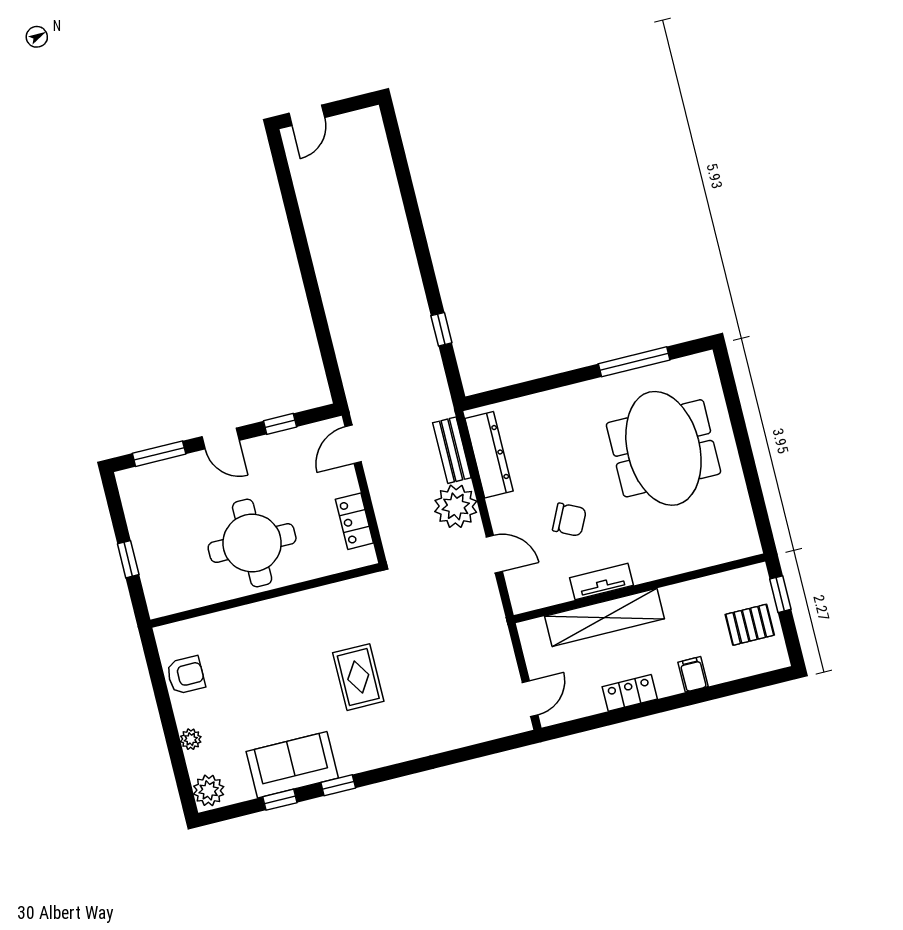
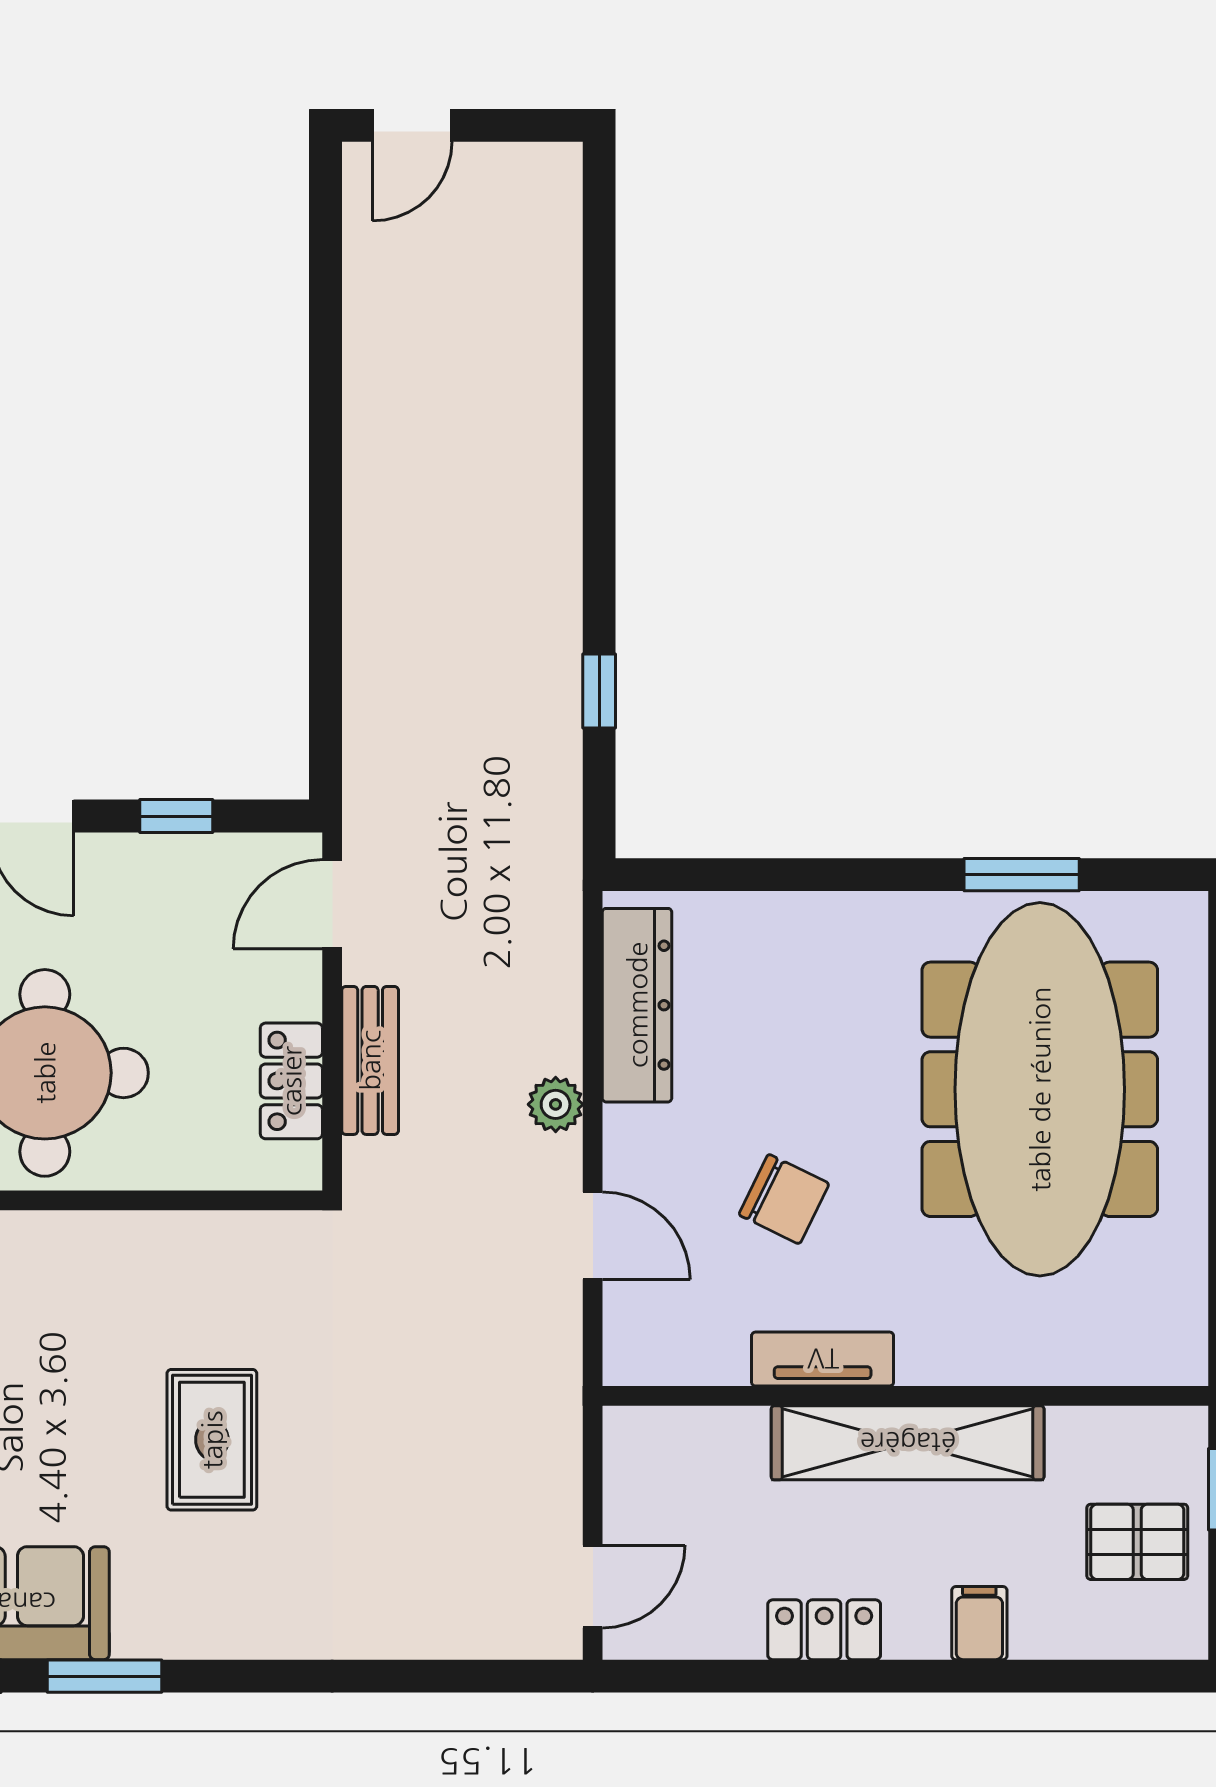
window: (634, 362) -> (1022, 875), width x0.69
meeting table: (663, 448) -> (1040, 1089), width x1.36
bench: (452, 450) -> (370, 1060), moved
plant: (456, 506) -> (556, 1104), width x0.53, depth x0.53
shelving: (605, 617) -> (908, 1443), moved
window: (338, 785) -> (105, 1676), width x1.50

